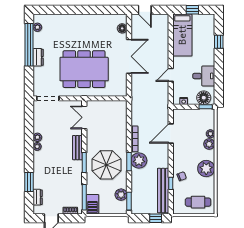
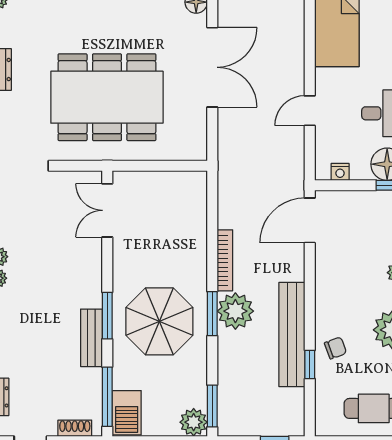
door: (171, 133) -> (310, 220), moved
bench: (77, 148) -> (92, 338), moved
bench: (163, 191) -> (292, 335), moved
plant: (121, 195) -> (194, 422), moved

